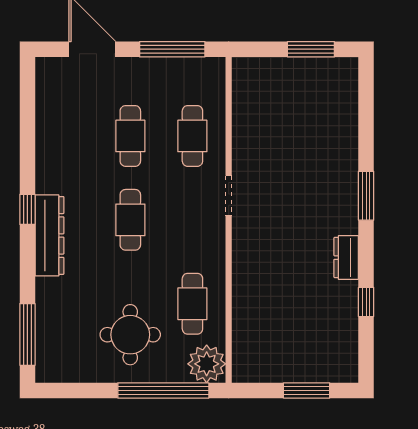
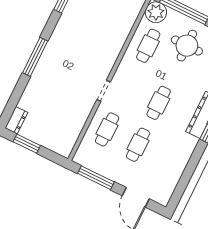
window: (366, 196) -> (35, 57), width x1.44
dresser: (346, 258) -> (16, 120), moved

